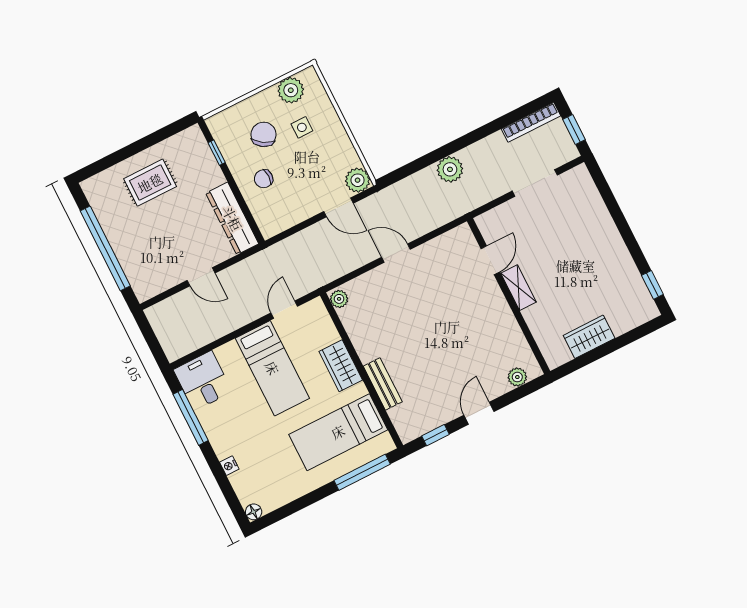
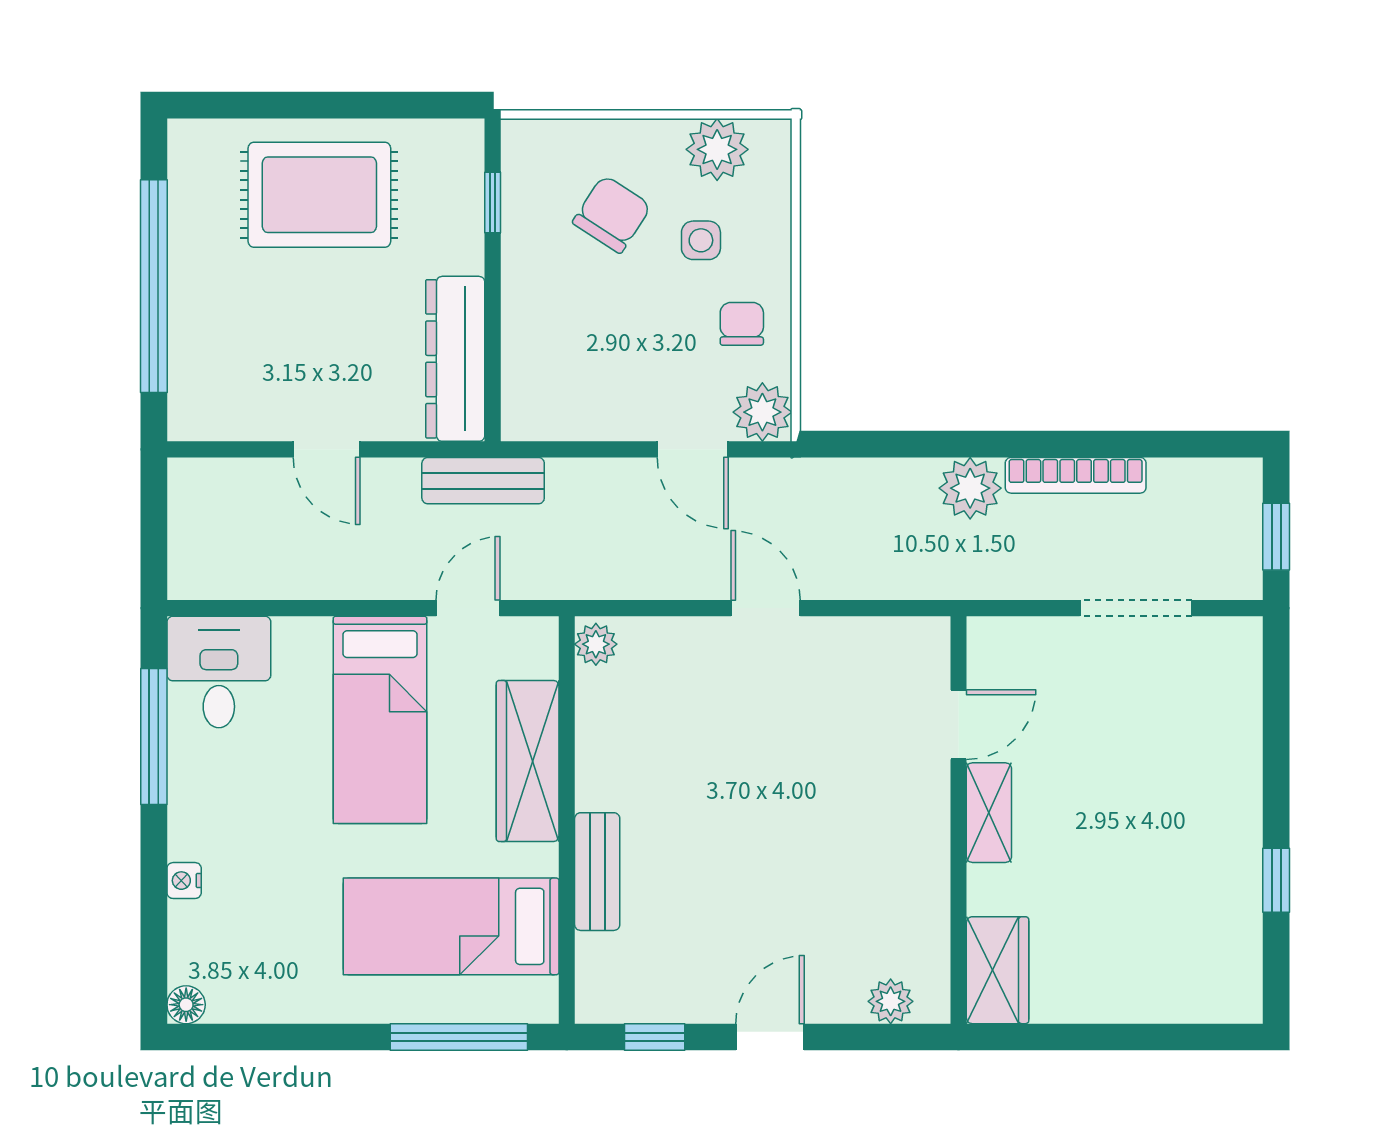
bookcase: (531, 122) -> (1076, 475), moved
chair: (264, 179) -> (742, 324), moved, turned 90
rug: (150, 183) -> (319, 195), width x1.36, depth x1.43
bench: (266, 259) -> (483, 481), added
window: (652, 285) -> (1276, 880), moved
wardrobe: (589, 337) -> (998, 970), moved, turned 90
wardrobe: (341, 366) -> (528, 761), width x1.50

